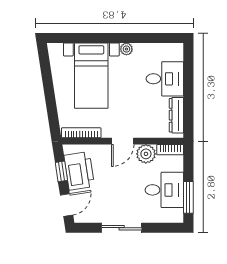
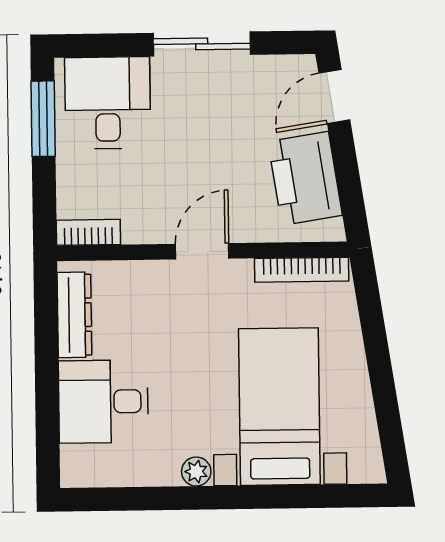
plant: (146, 154) -> (146, 221), removed
window: (61, 171) -> (348, 177), removed
desk: (164, 190) -> (108, 103), moved, turned 90

